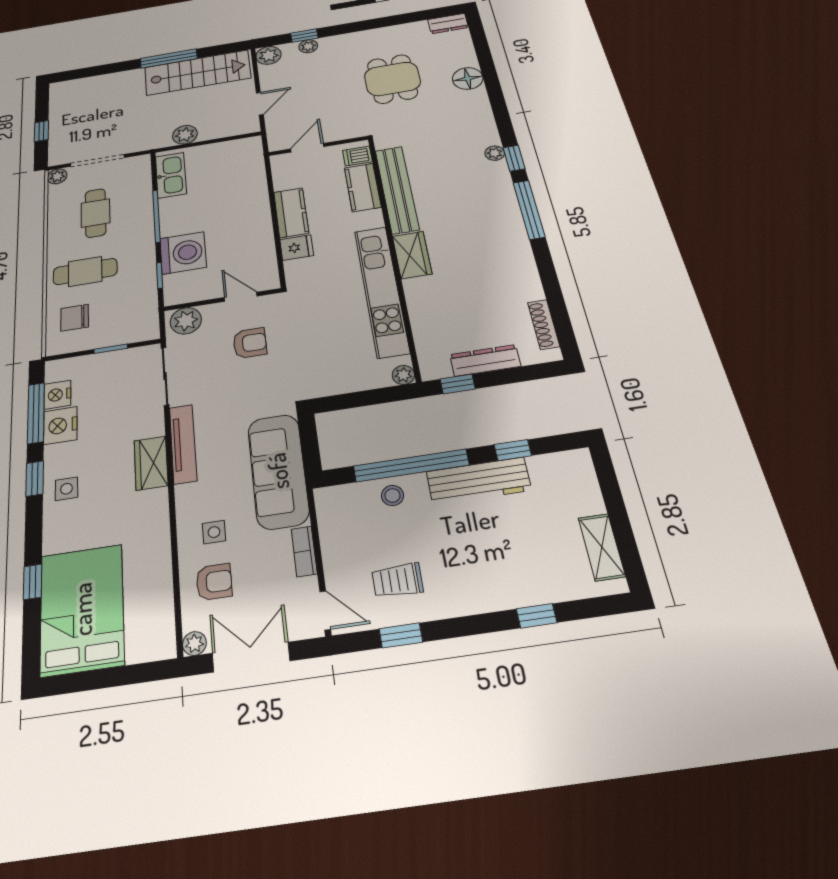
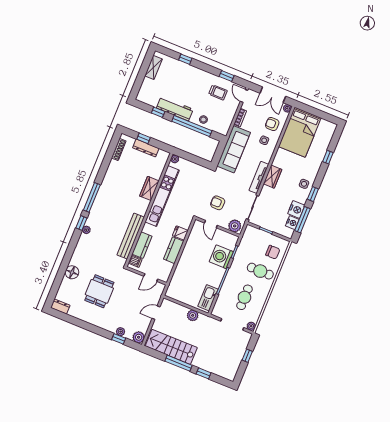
window: (113, 68) -> (204, 373), added
wardrobe: (412, 255) -> (149, 188), moved
window: (458, 384) -> (144, 138), moved
bed: (82, 609) -> (300, 132), moved

